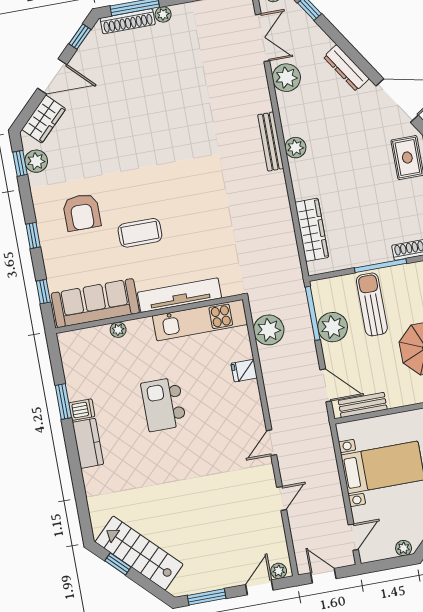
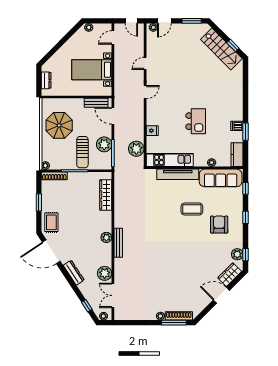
window: (80, 37) -> (204, 313), removed
kitchen counter: (88, 443) -> (237, 155), moved

